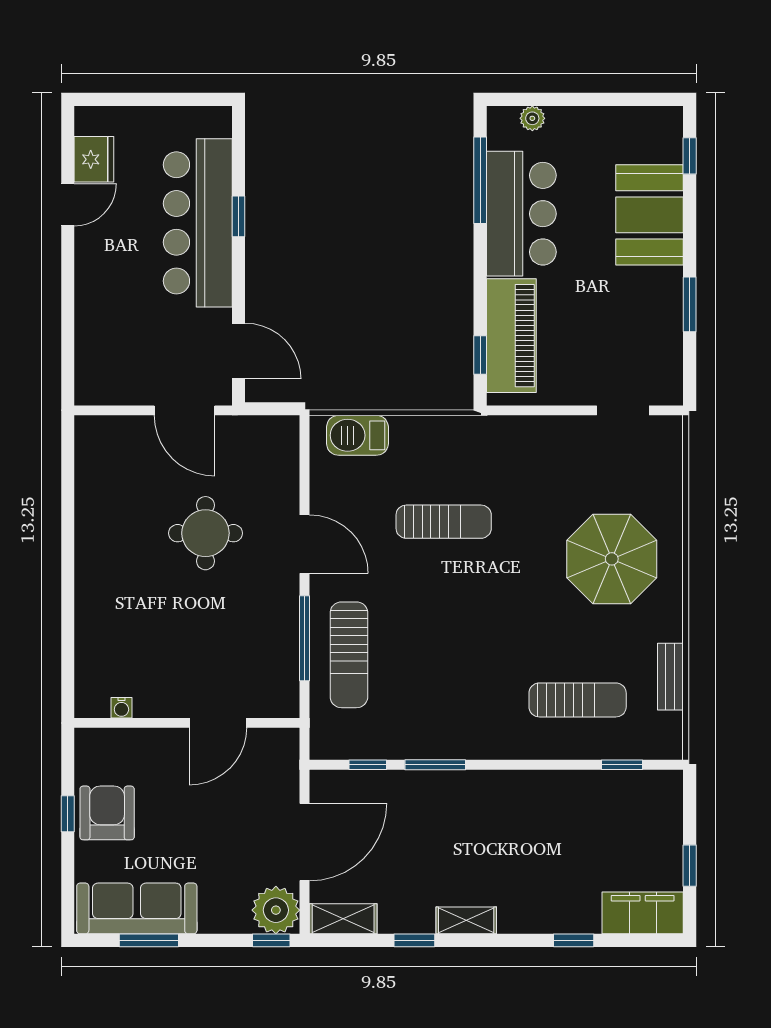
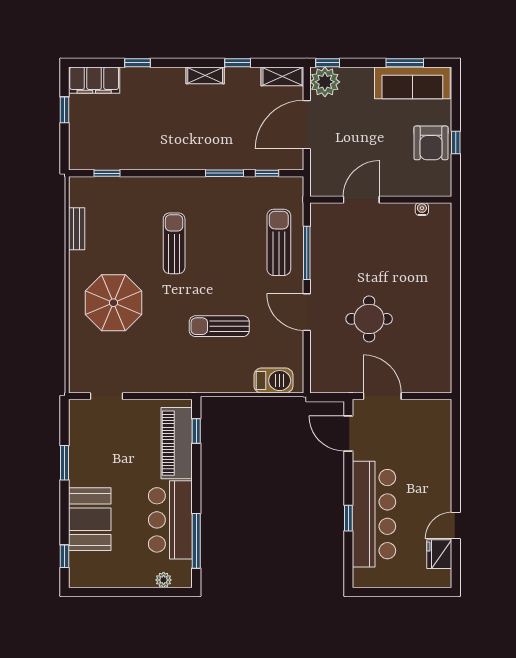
sun lounger: (578, 700) -> (174, 243), moved, turned 90

